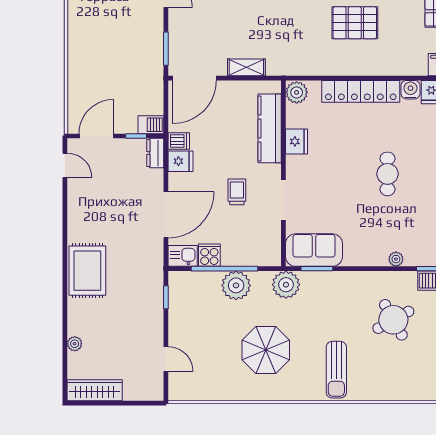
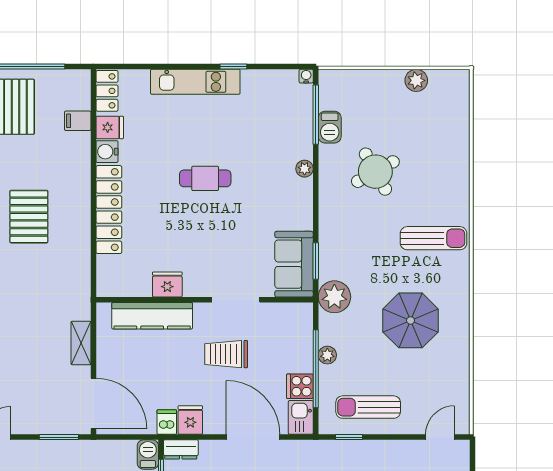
plant: (297, 92) -> (110, 284), removed
trolley: (237, 192) -> (226, 354), width x1.36, depth x1.39
plant: (236, 285) -> (327, 355), width x0.53, depth x0.53
sun lounger: (191, 314) -> (368, 407), added
door: (166, 359) -> (440, 437), moved

